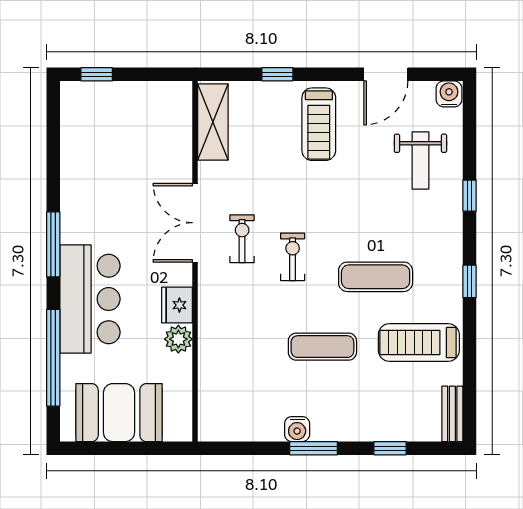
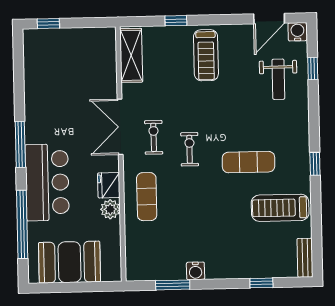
door: (386, 74) -> (269, 19), moved
window: (470, 196) -> (313, 68), moved
exercise mat: (322, 347) -> (147, 197), moved, turned 90
window: (314, 448) -> (173, 285), moved

